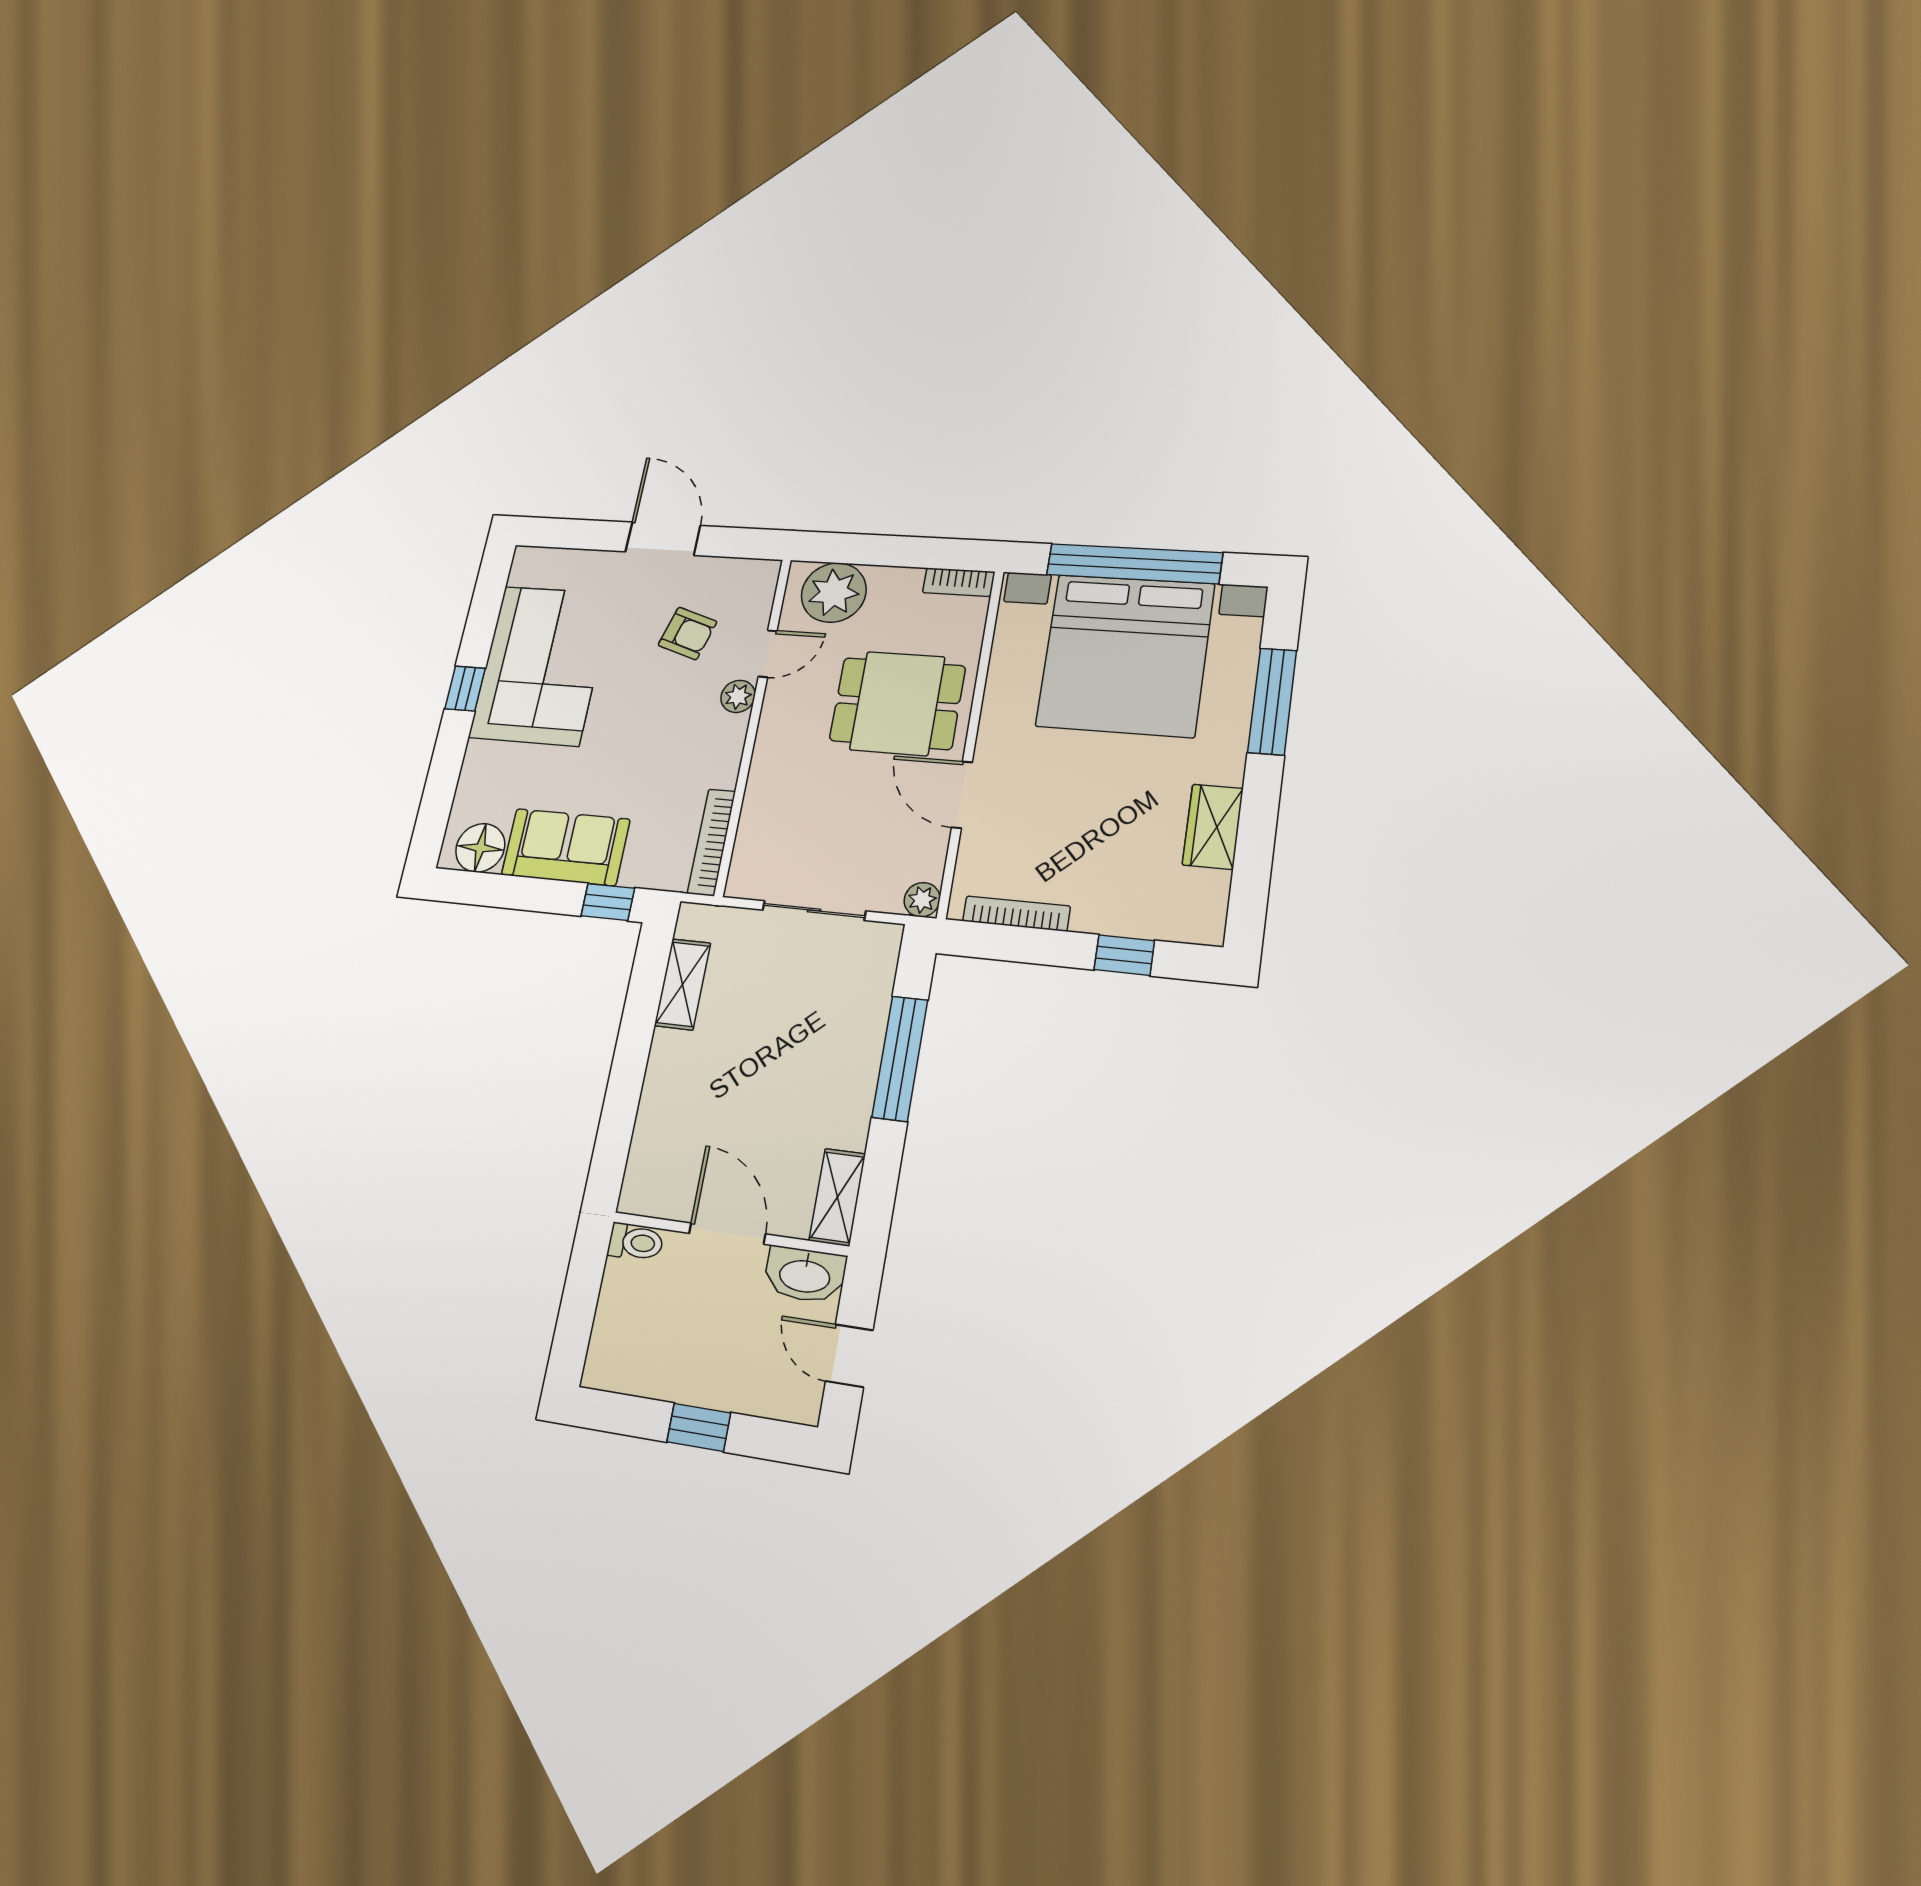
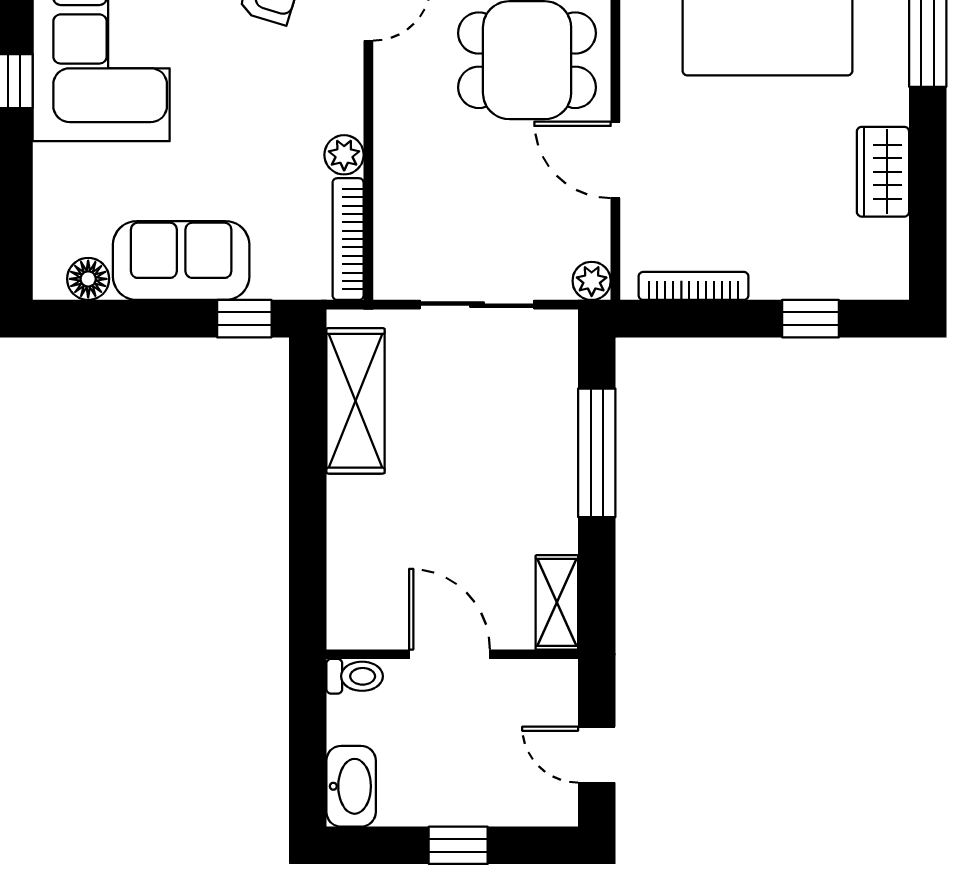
plant: (738, 696) -> (344, 155), moved
floor lamp: (480, 848) -> (88, 279), width x0.73, depth x0.73
shelving: (682, 984) -> (355, 401), width x1.50, depth x1.33
washbasin: (805, 1275) -> (351, 786), moved, turned -90

